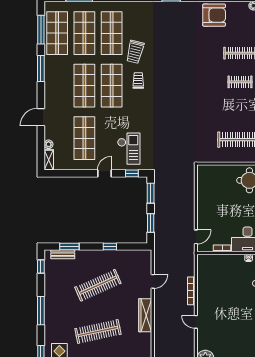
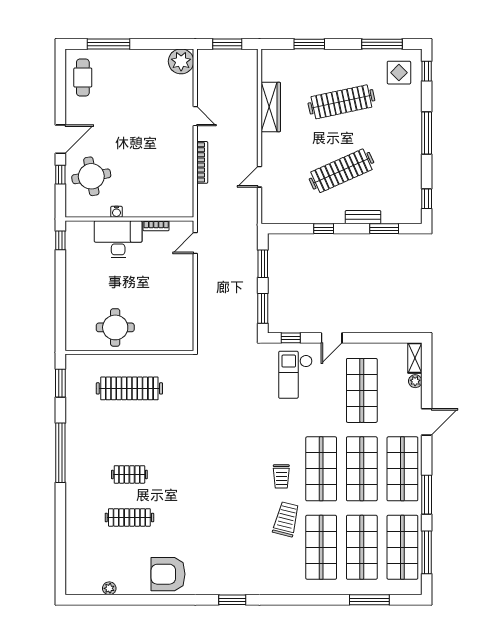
shop shelf: (57, 86) -> (402, 469), added
bench: (63, 254) -> (363, 217), moved
wardrobe: (145, 315) -> (271, 107), moved

